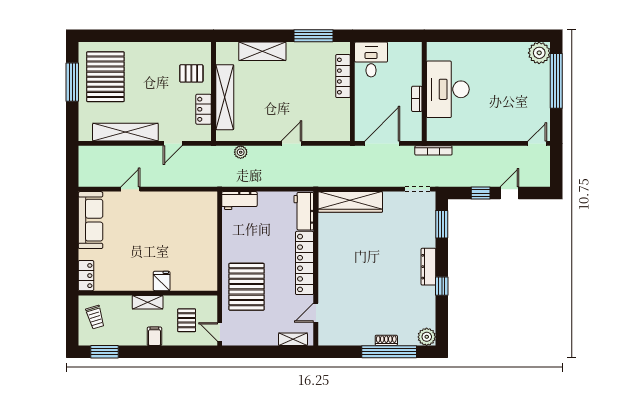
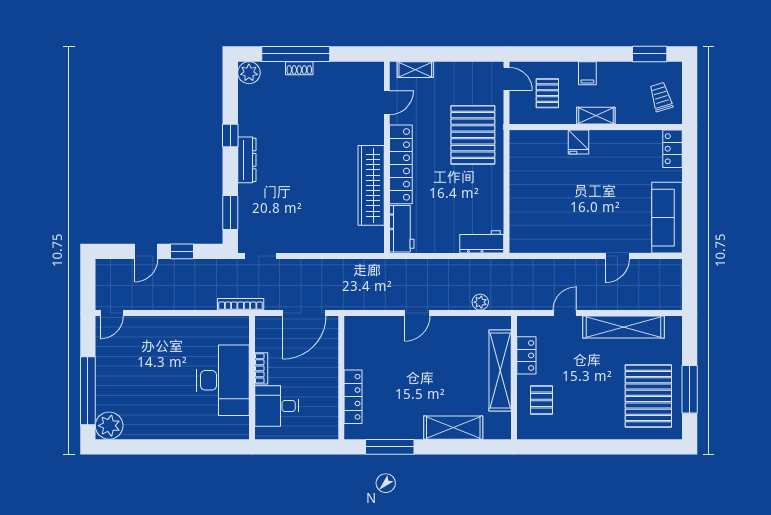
desk: (371, 59) -> (277, 406), moved, turned 90
pallet: (191, 73) -> (541, 400), turned 90
wardrobe: (350, 202) -> (371, 185), moved, turned -90

